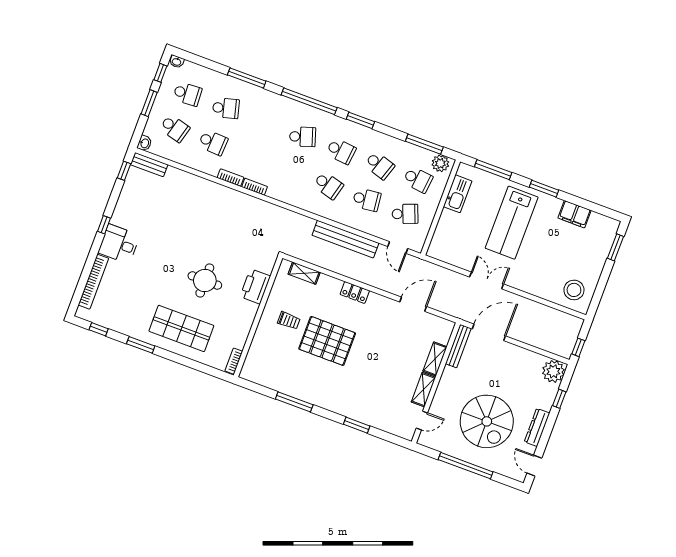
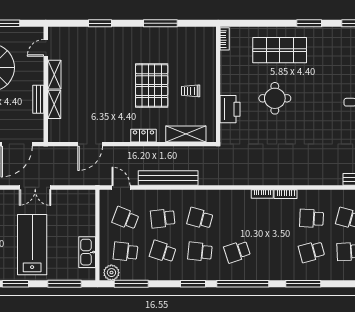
school desk: (405, 214) -> (126, 218), turned 42
shelving: (304, 273) -> (186, 134), width x1.50, depth x1.33
pallet: (327, 341) -> (152, 86), turned 90
bench: (458, 346) -> (38, 99), moved, width x0.73

